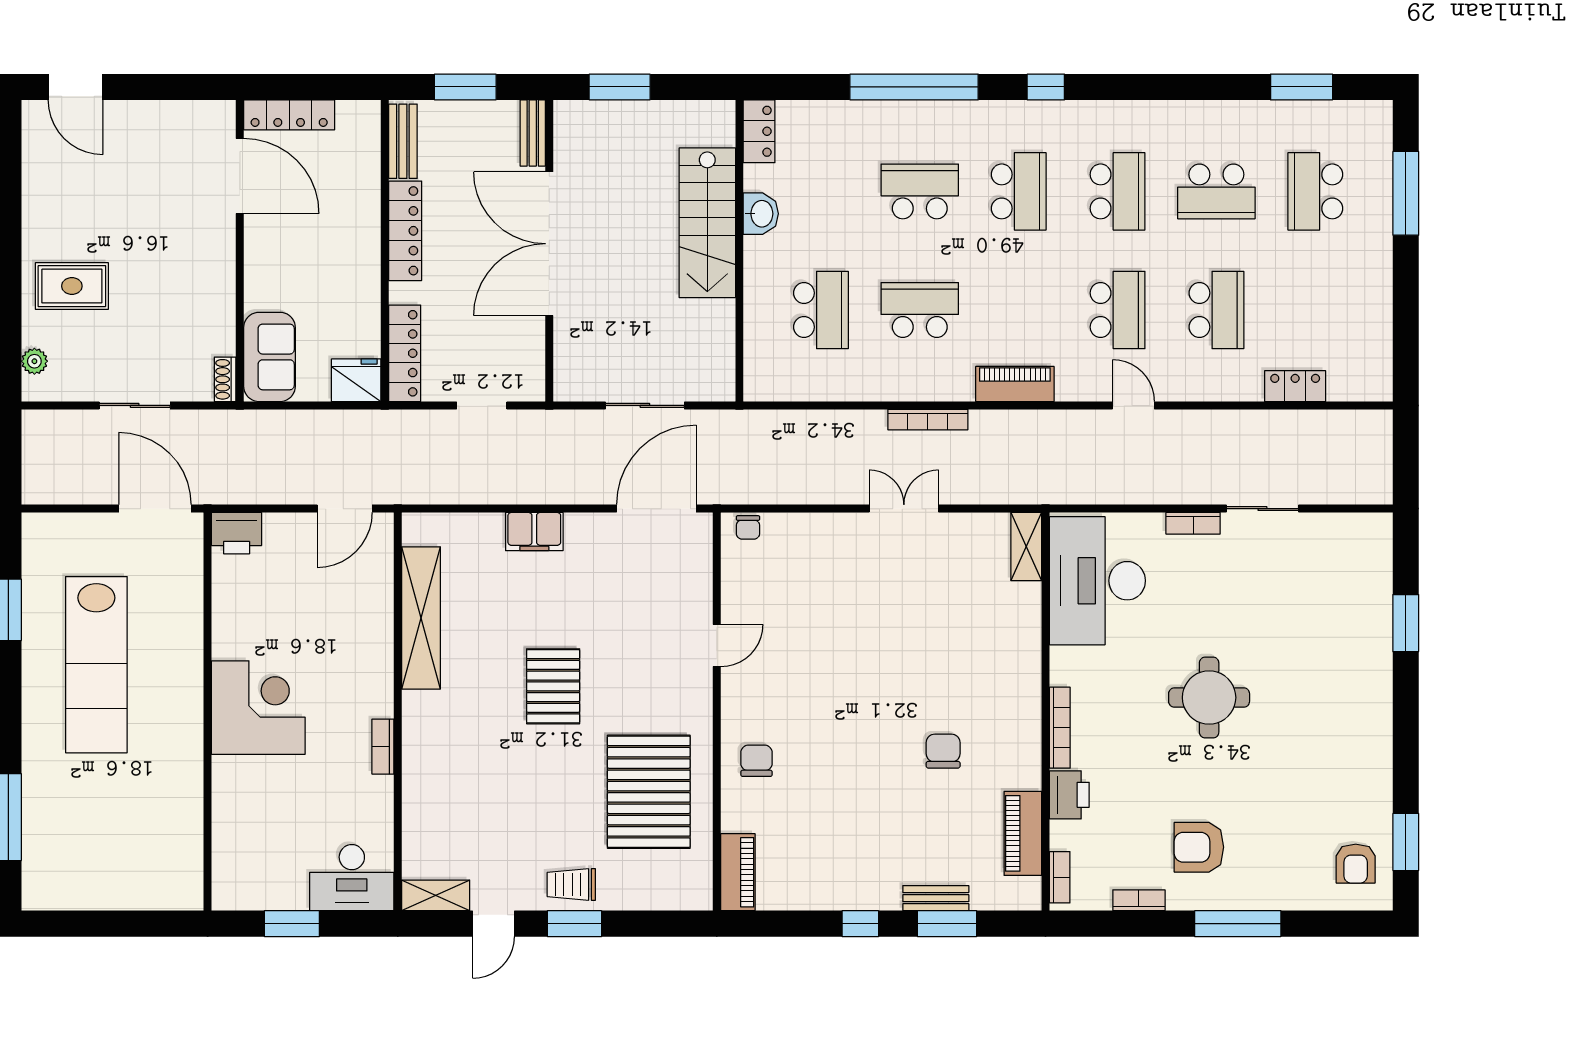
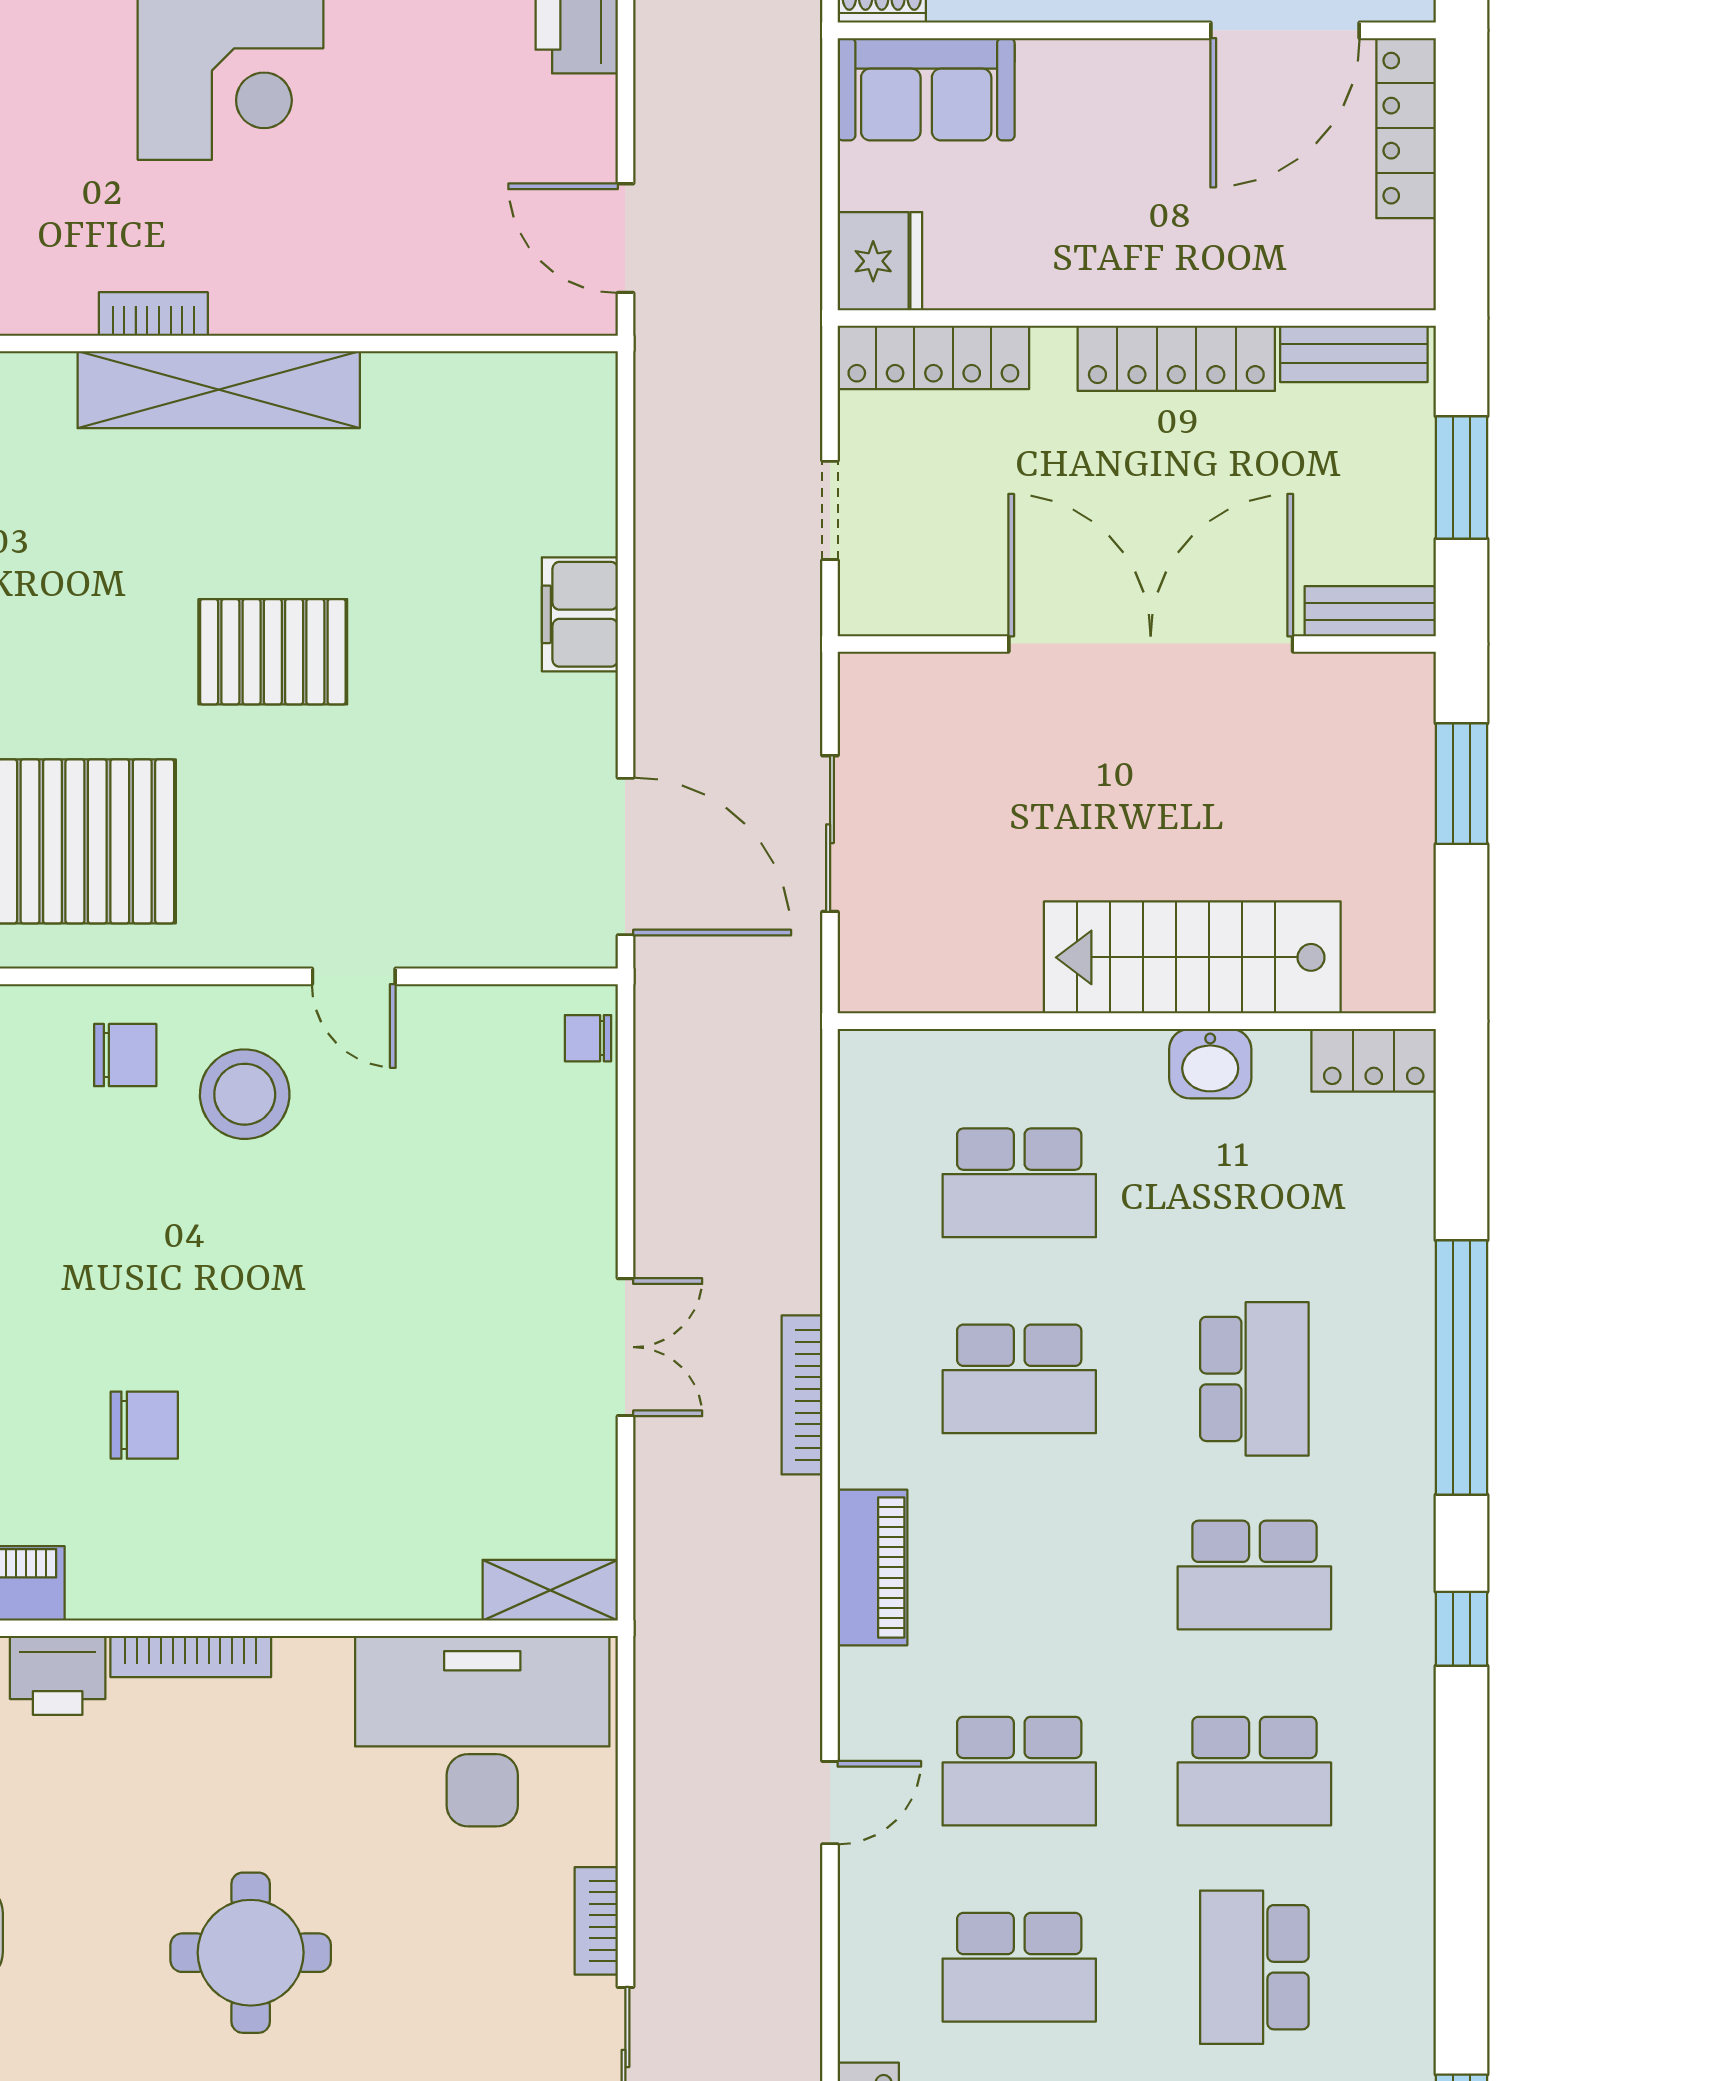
school desk: (920, 310) -> (1019, 1379), turned 90
shelving: (421, 618) -> (219, 390), moved
stool: (776, 701) -> (245, 1094), added

